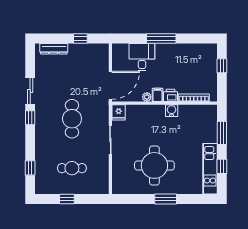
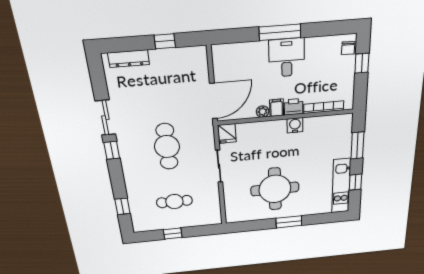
chair: (211, 54) -> (348, 48), added
desk: (142, 57) -> (287, 58), moved

